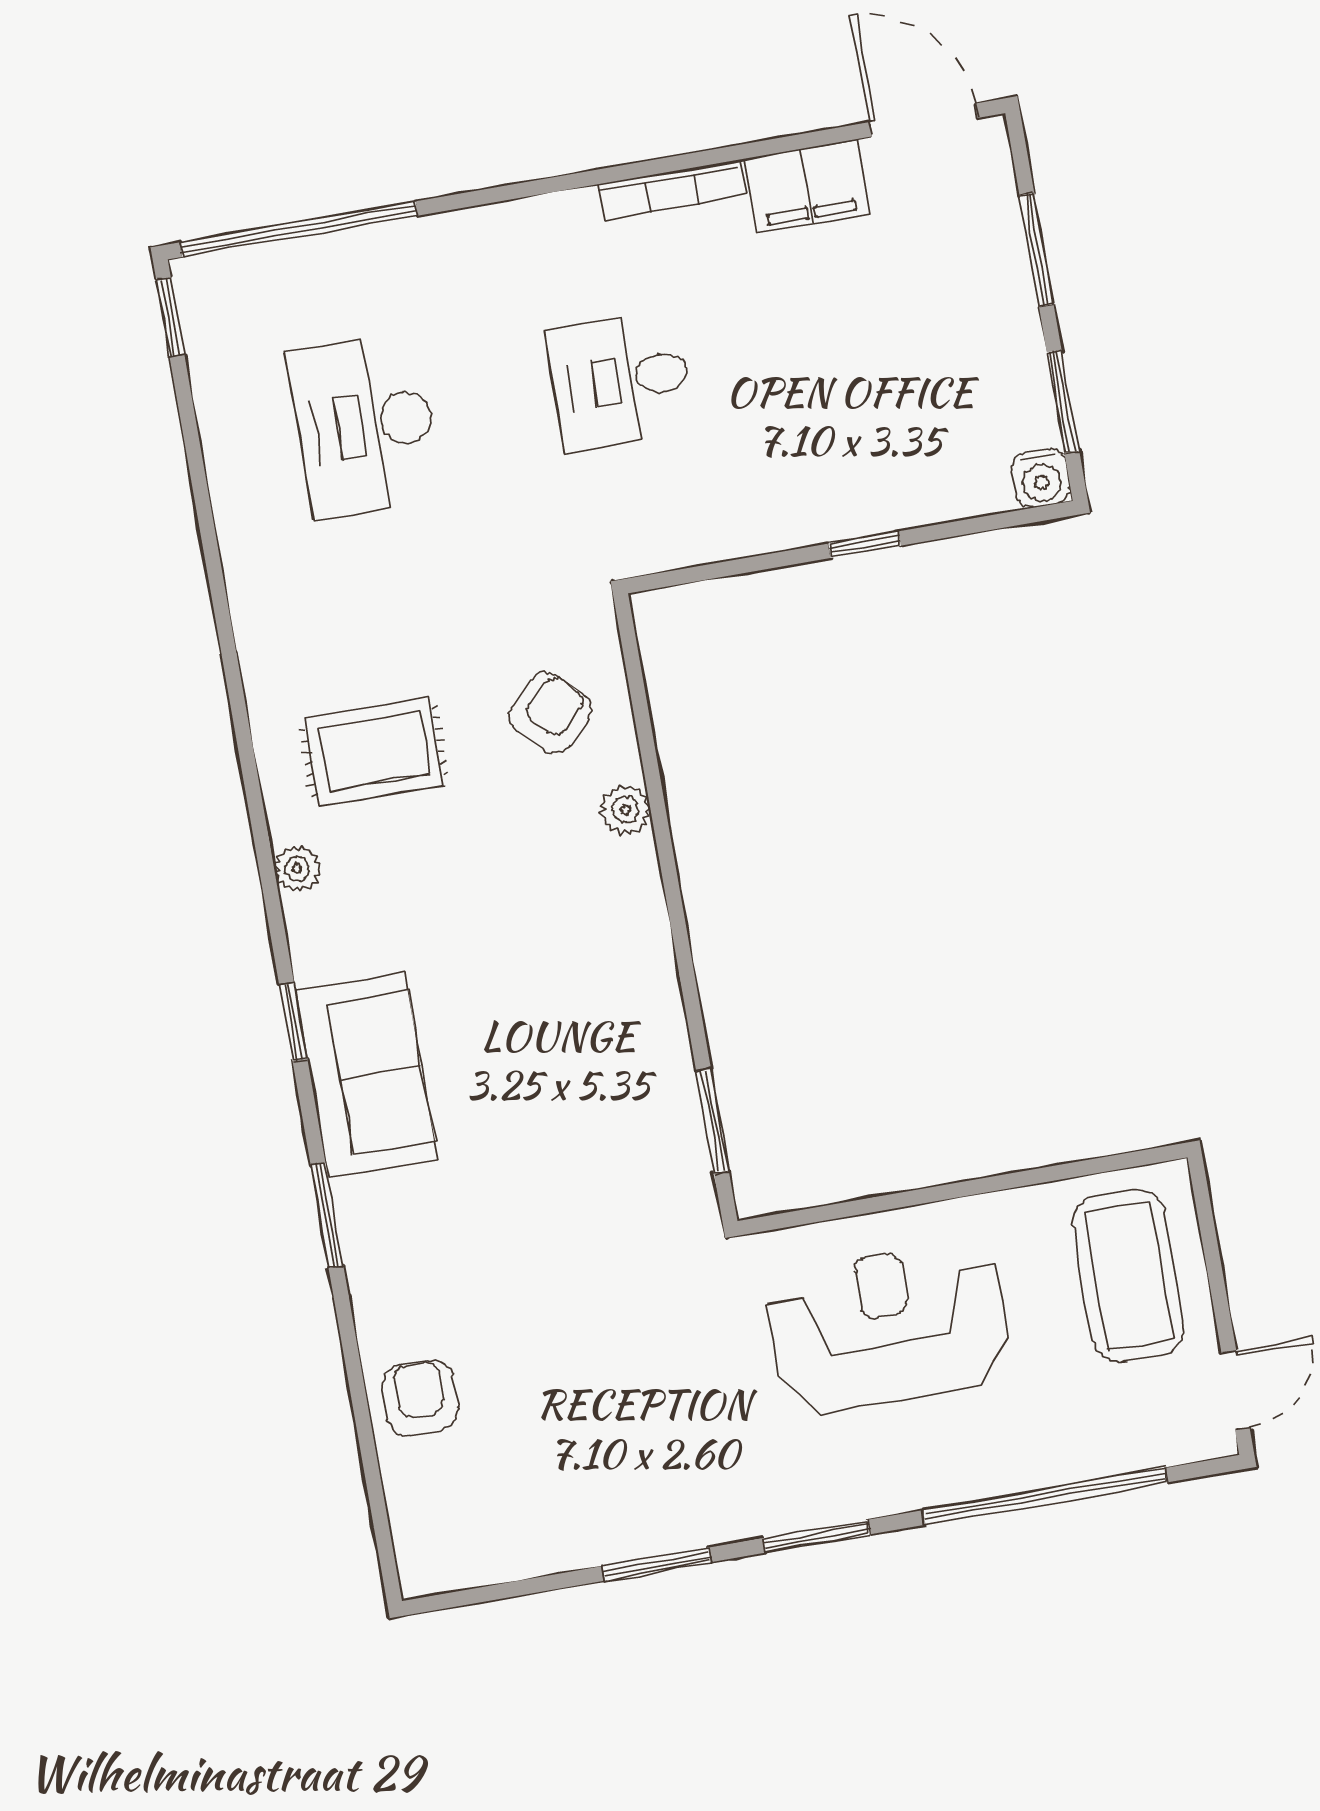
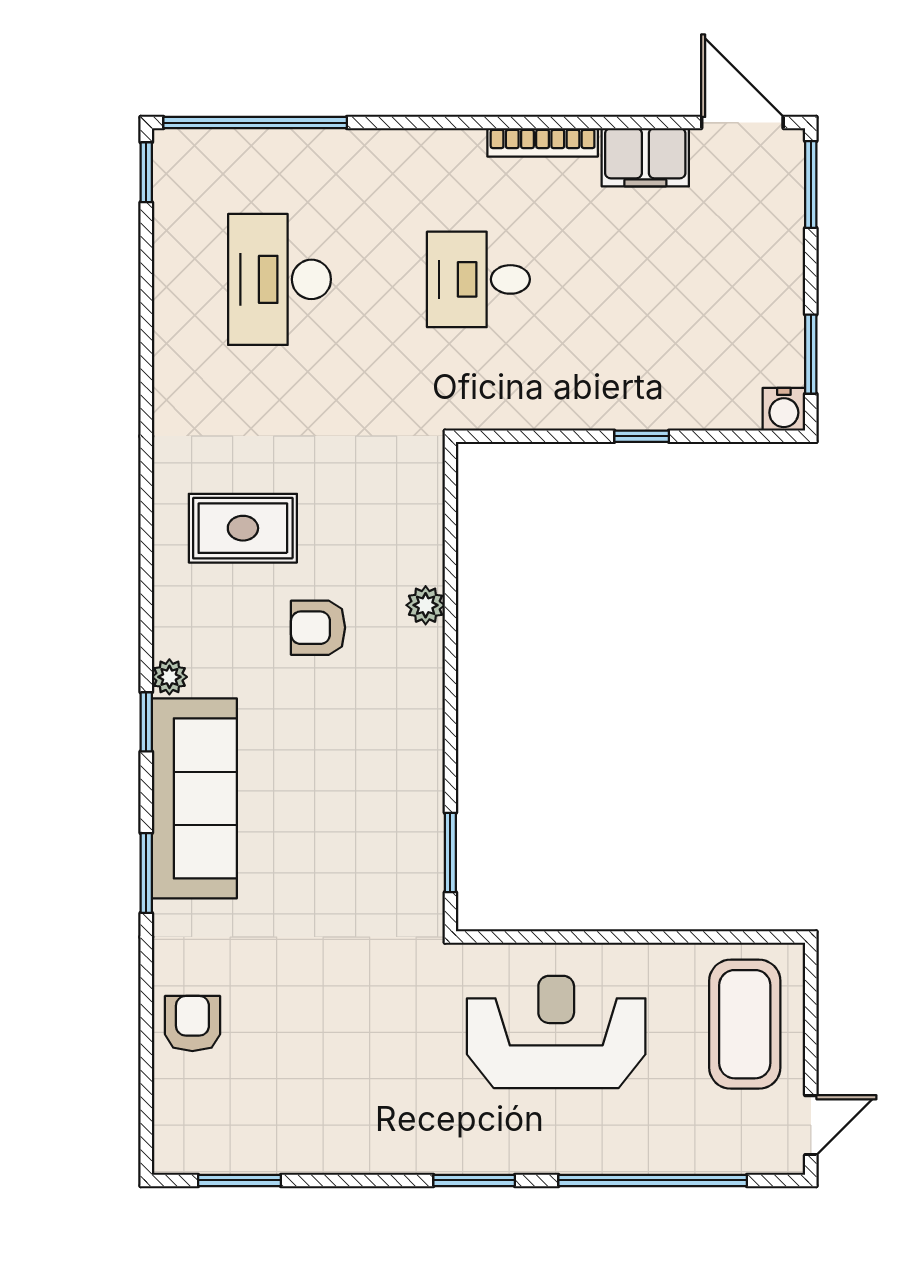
window: (1037, 250) -> (811, 184), moved
armchair: (550, 713) -> (318, 628), moved, turned -136
plant: (297, 869) -> (169, 677), moved
sofa: (366, 1075) -> (194, 798), width x1.36
window: (657, 1564) -> (240, 1180), moved

